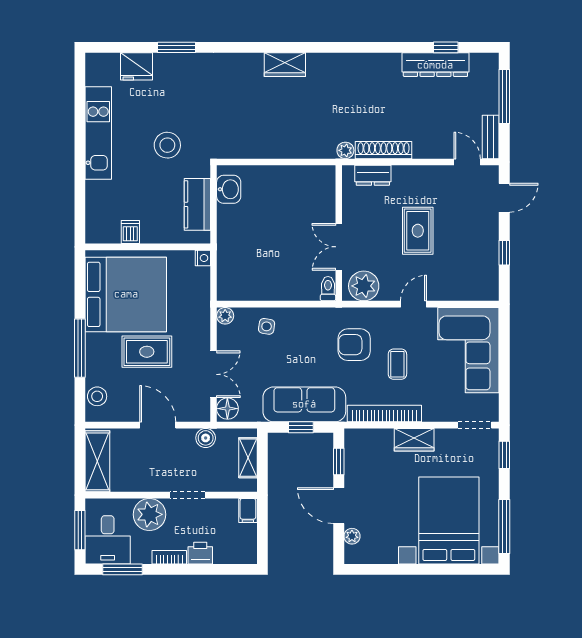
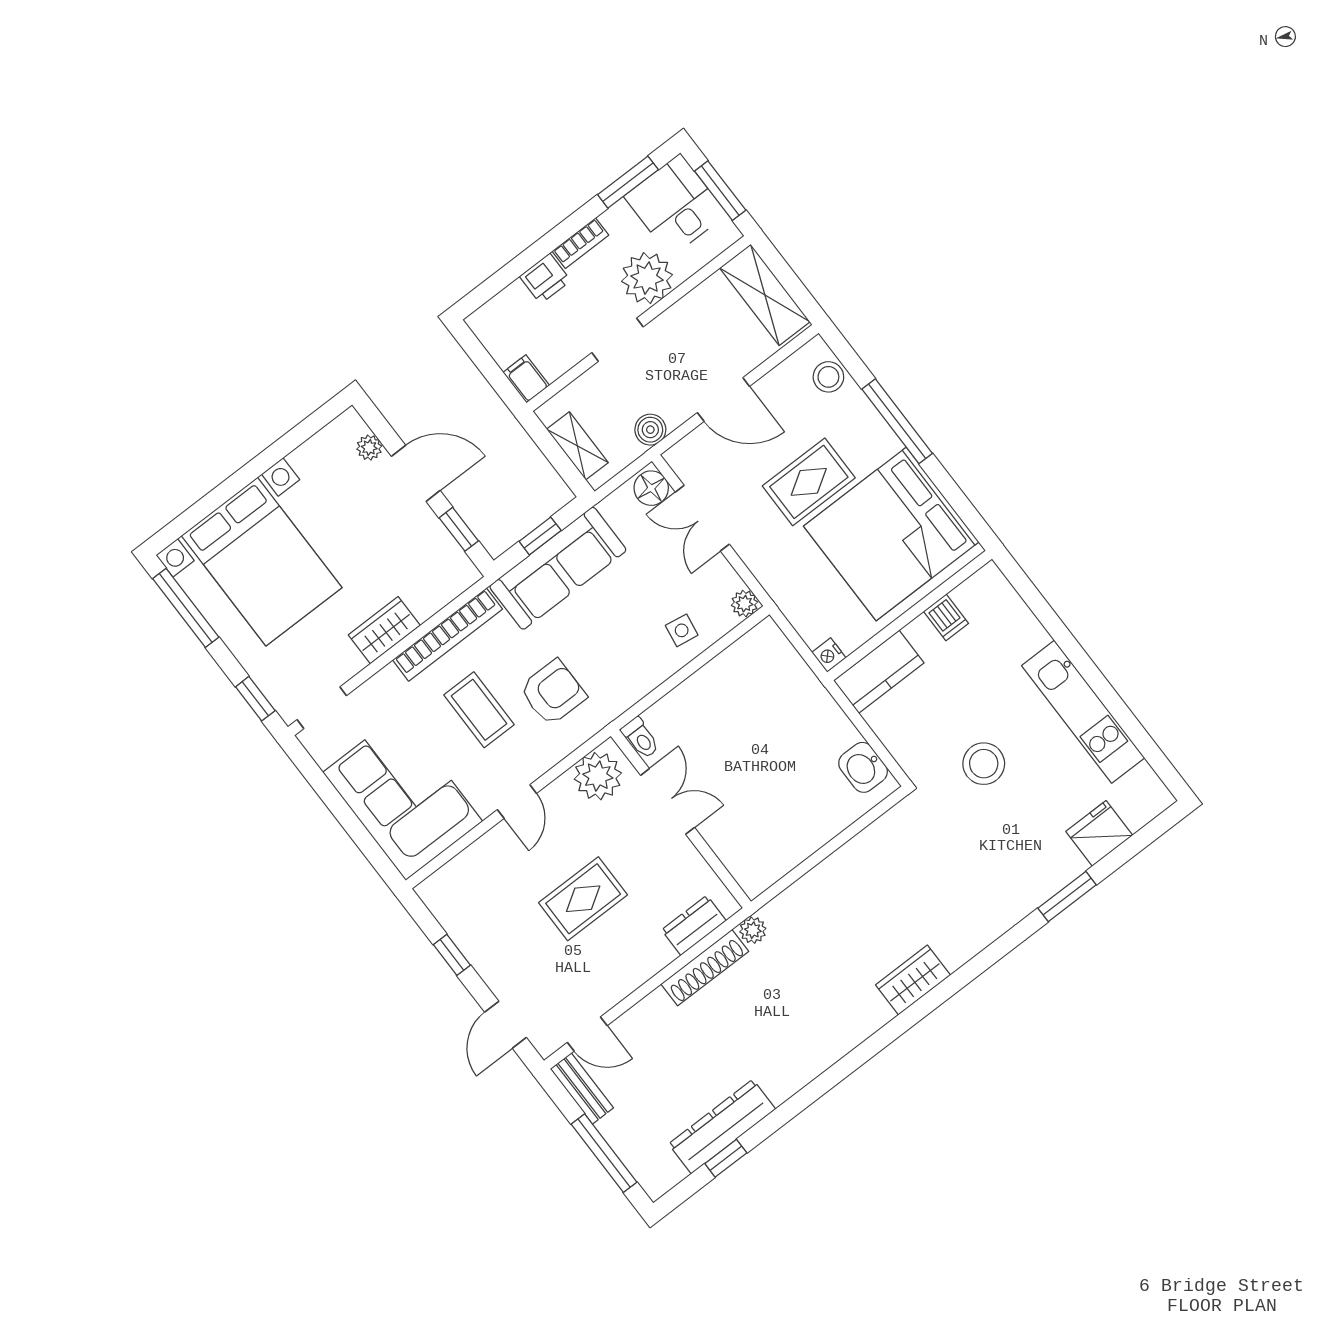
kitchen counter: (197, 204) -> (879, 672), moved, turned 90
rug: (418, 231) -> (583, 899), turned 90
coffee table: (397, 364) -> (479, 710), width x1.36, depth x1.30

